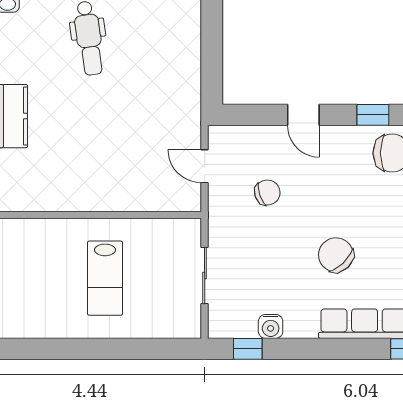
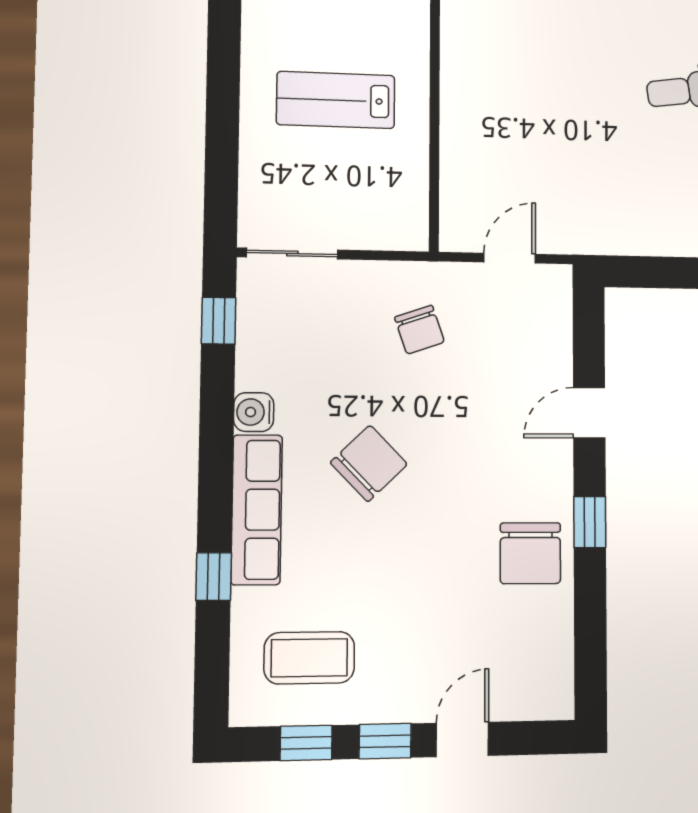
chair: (267, 193) -> (419, 330), moved
sliding door: (205, 275) -> (292, 253), moved
water cooler: (271, 326) -> (254, 412), moved

